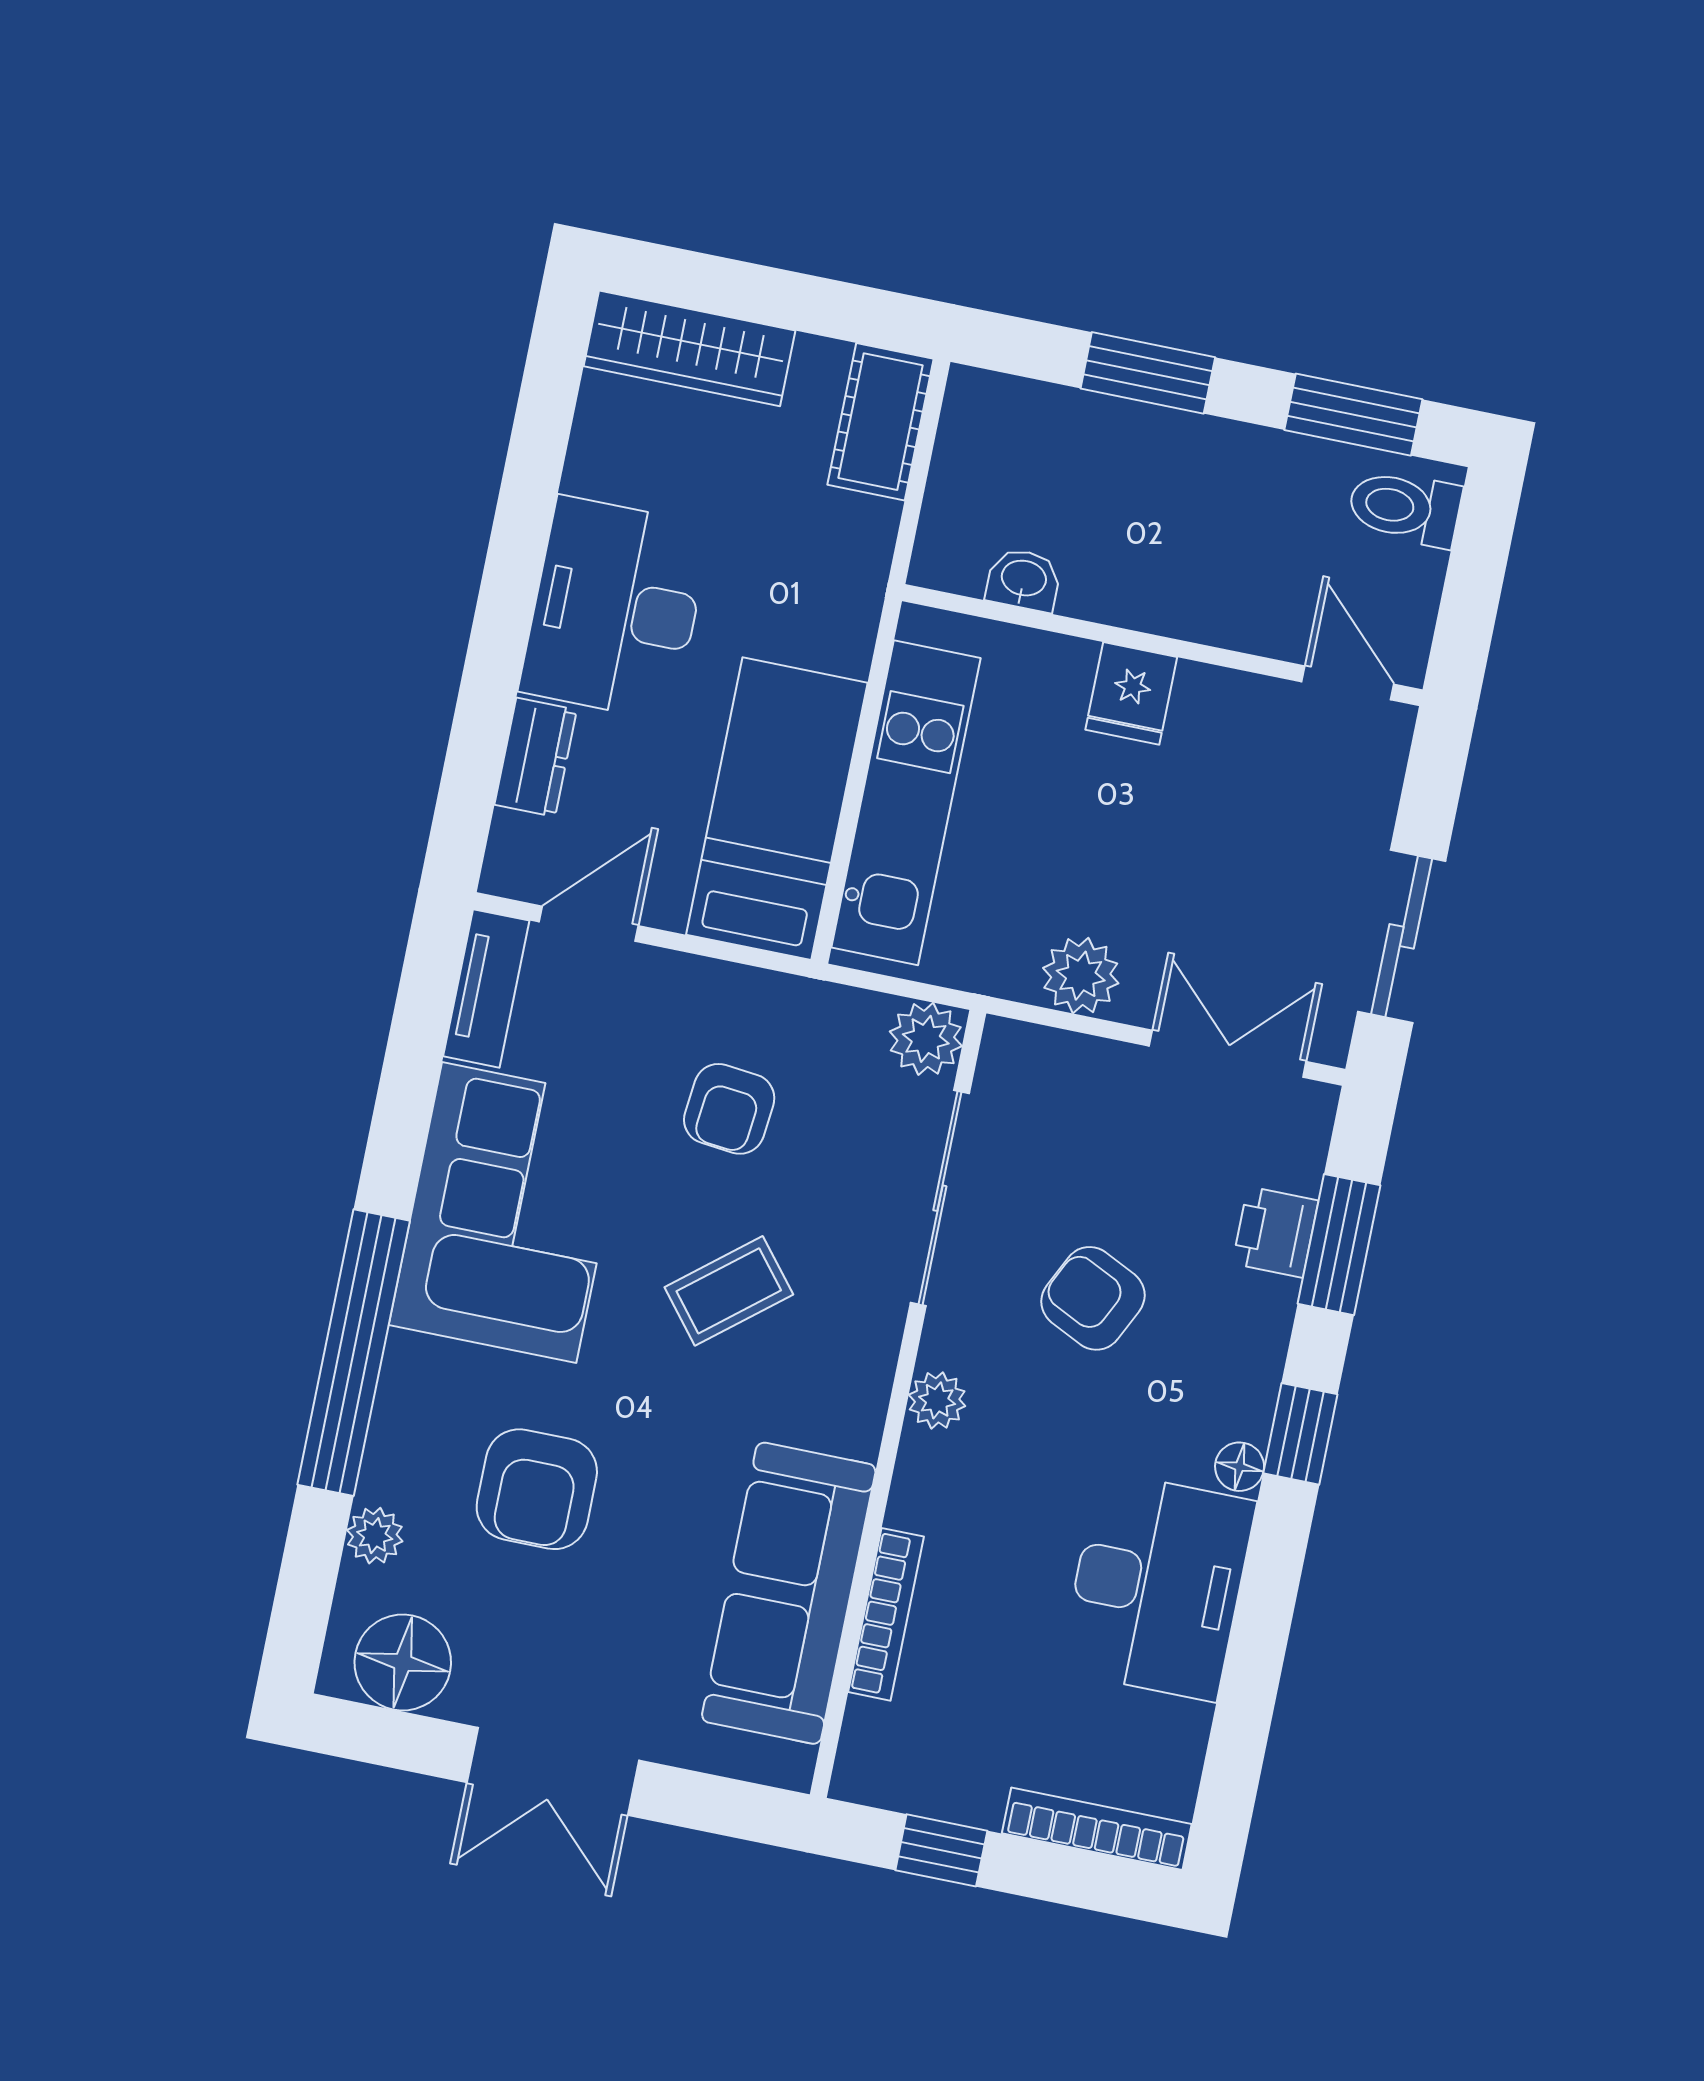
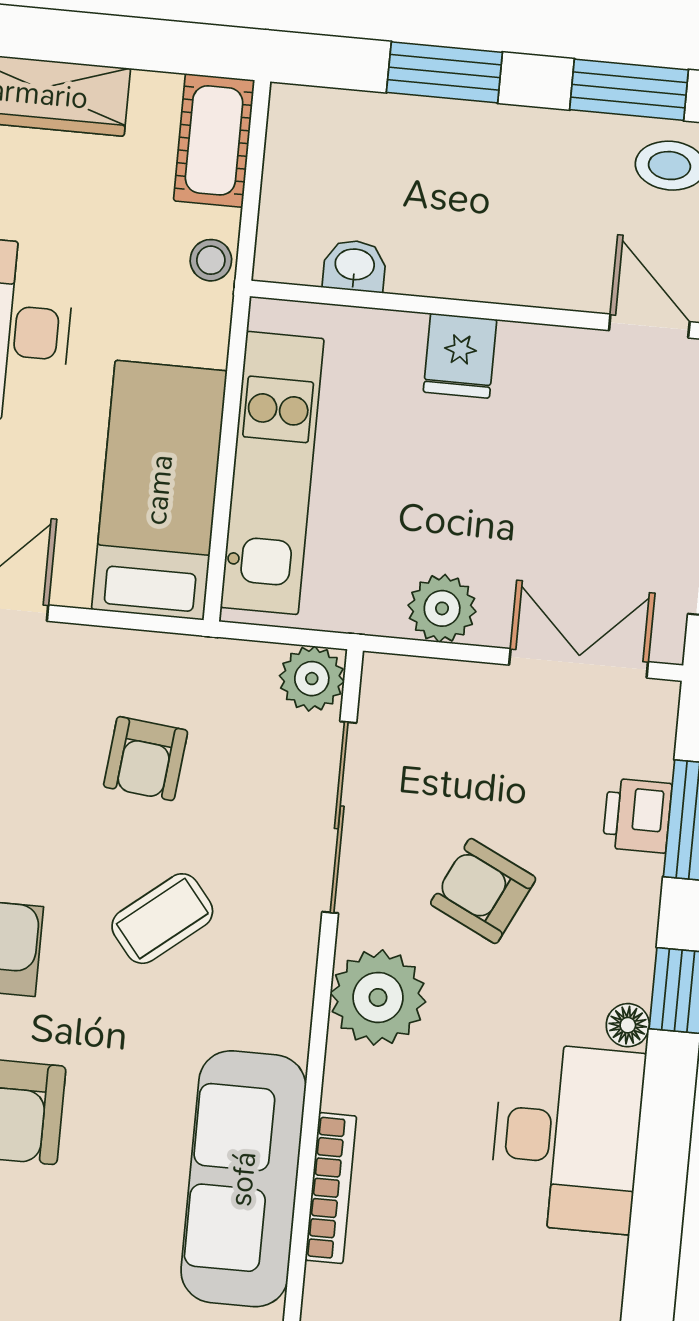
stool: (863, 556) -> (211, 260), added
plant: (937, 1400) -> (378, 997), width x1.87, depth x1.87

